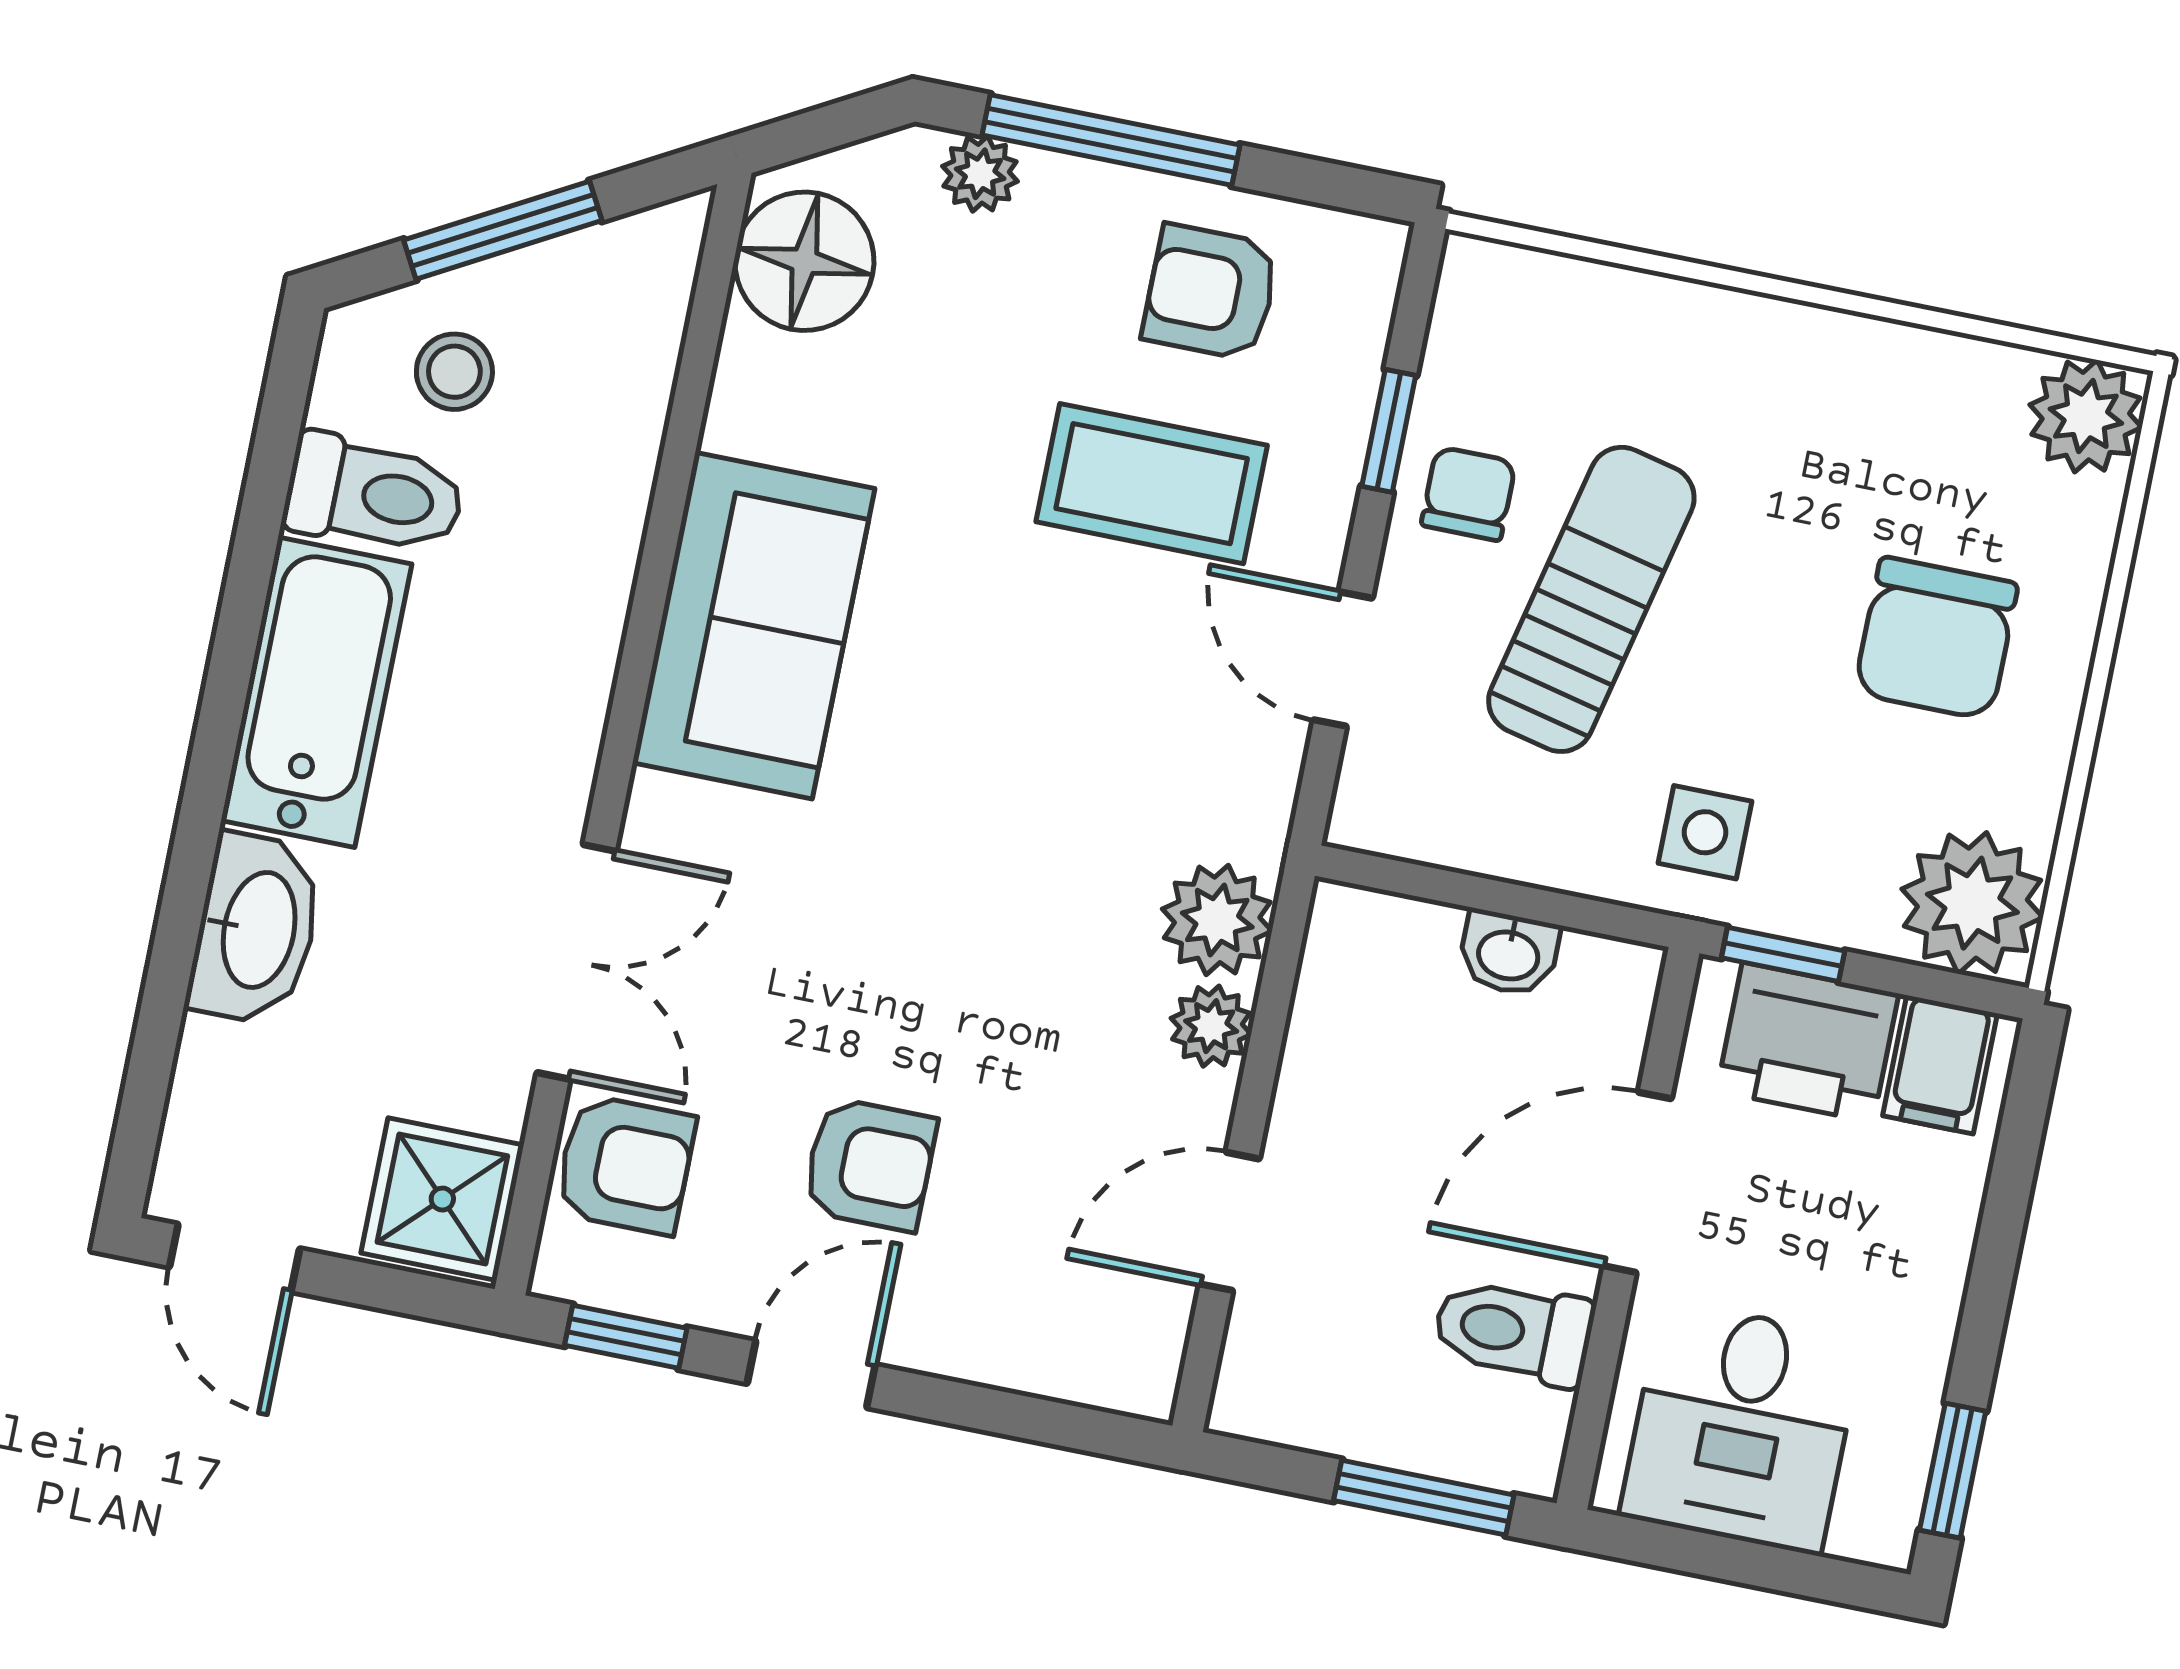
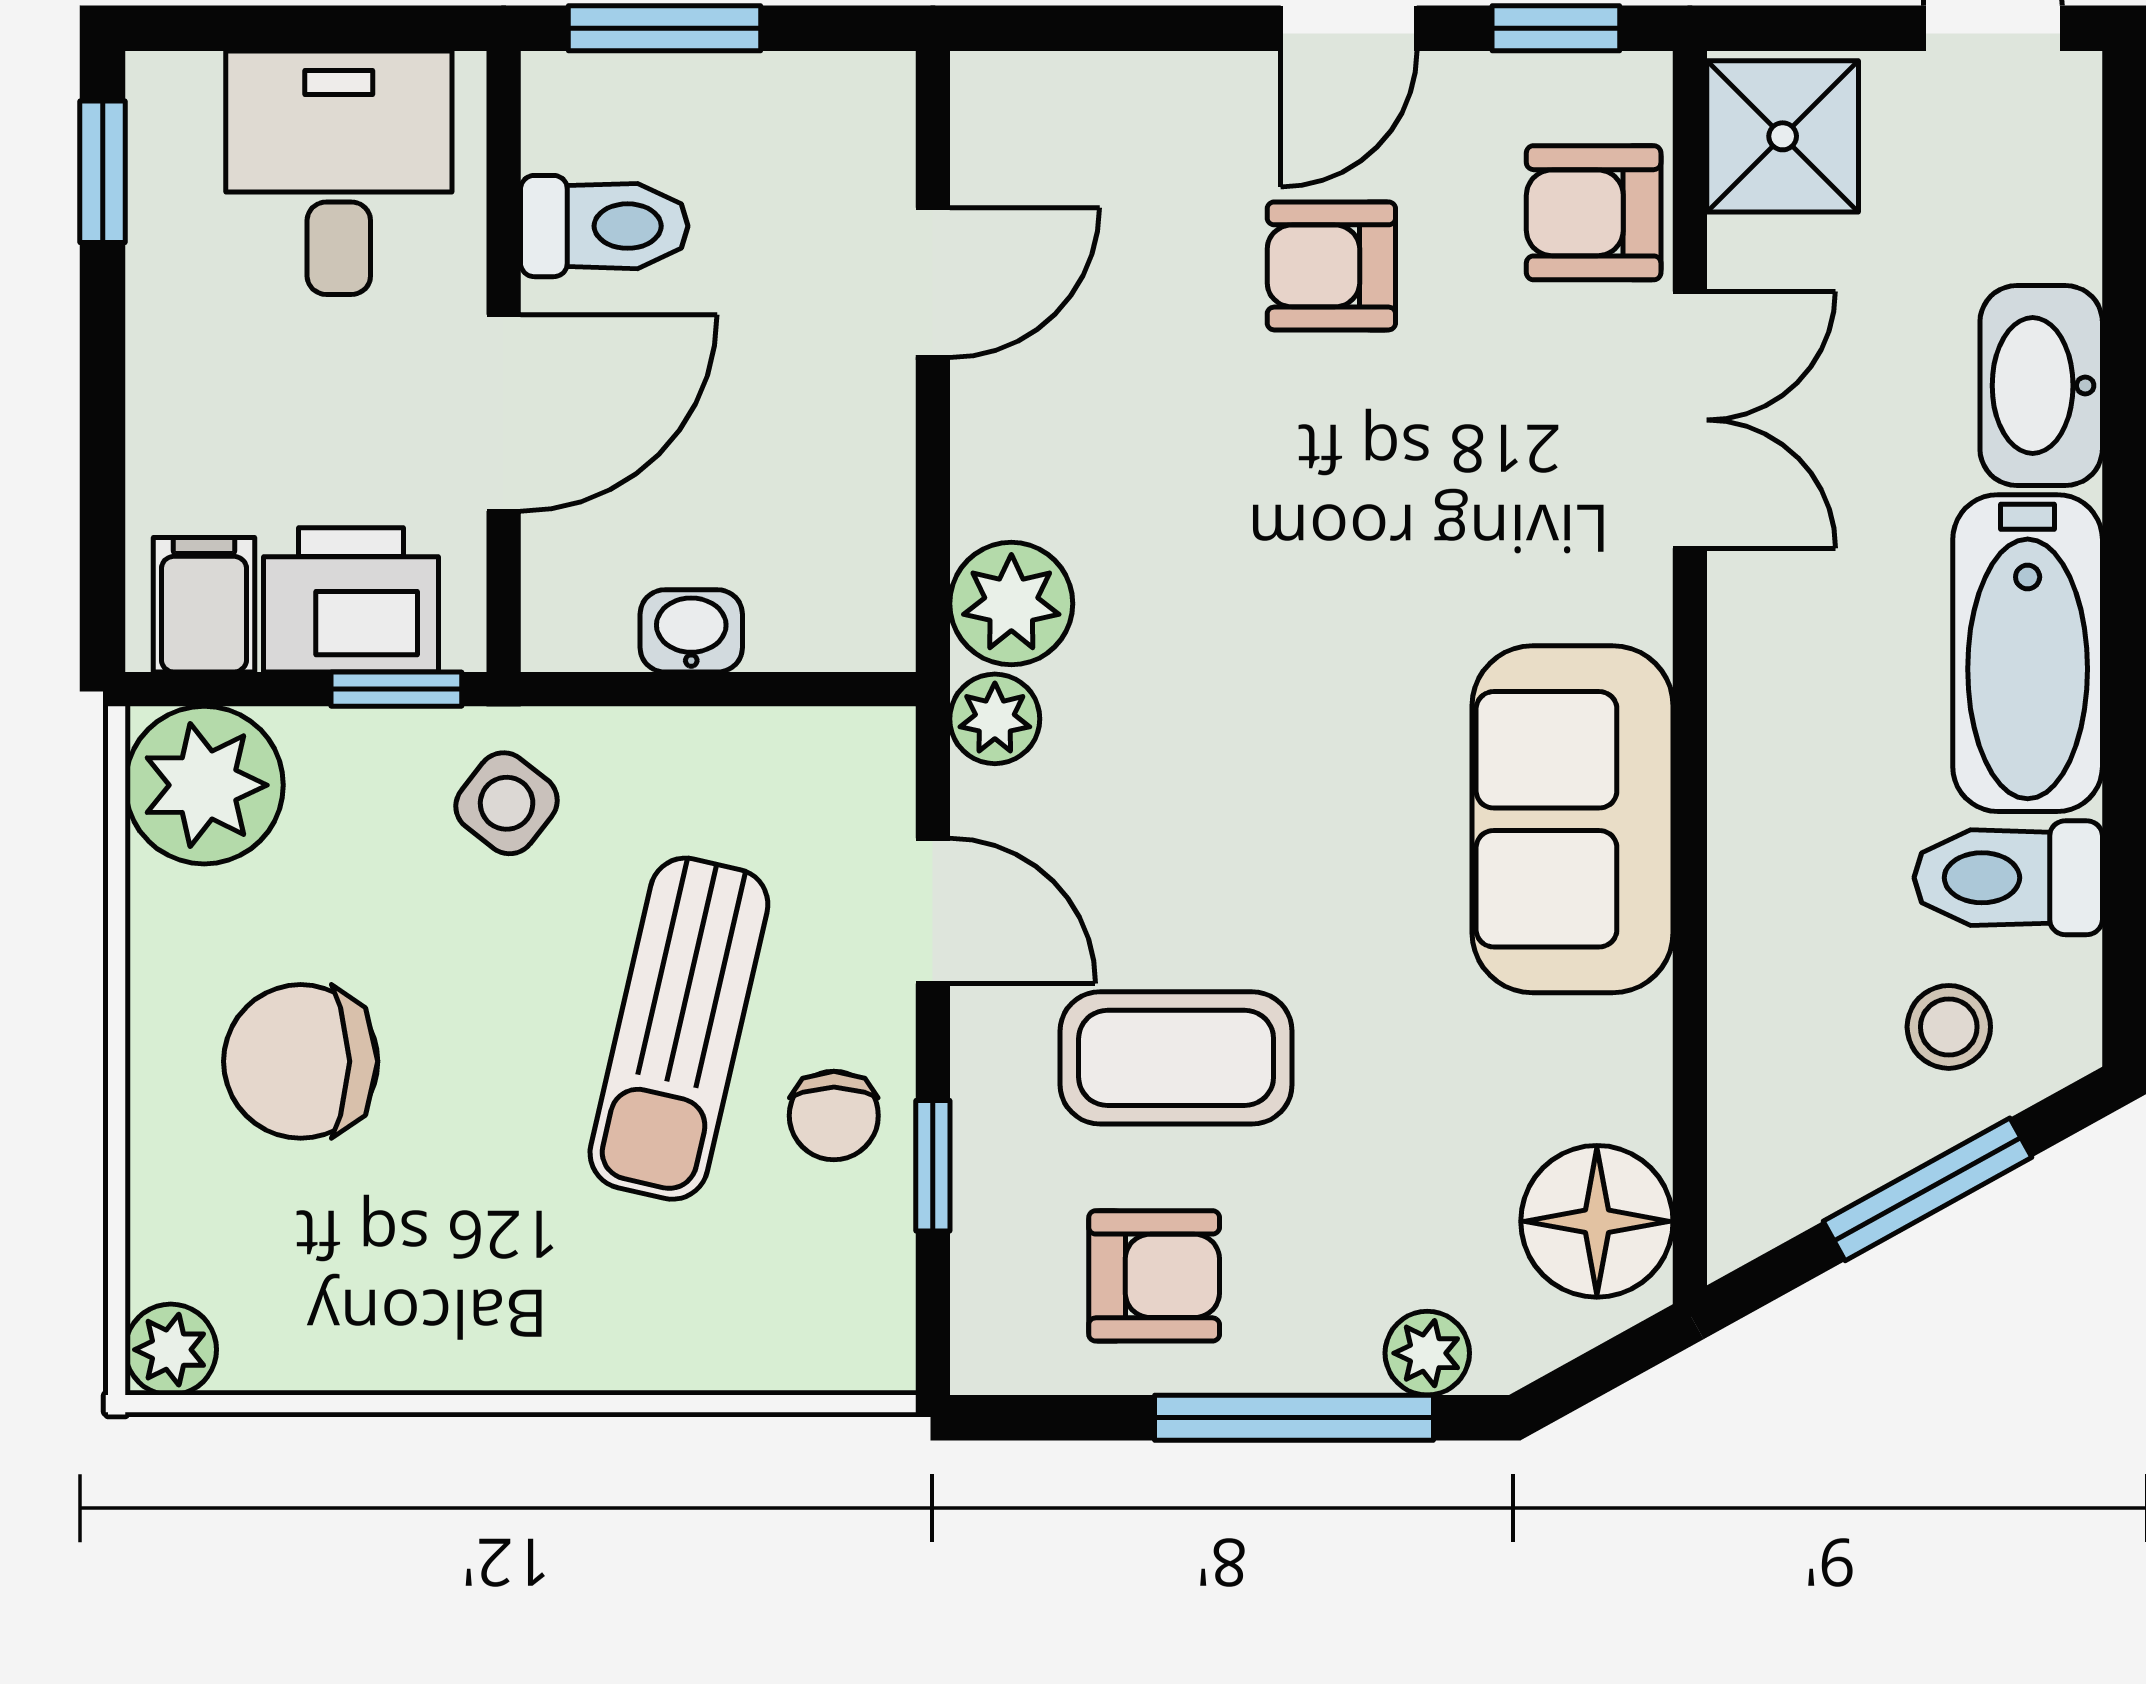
plant: (2086, 416) -> (171, 1350), width x0.73, depth x0.73
chair: (1936, 638) -> (301, 1061), turned -90
side table: (1705, 832) -> (507, 803), turned 38
double door: (577, 962) -> (1690, 420), swing flipped
plant: (1211, 1026) -> (995, 719), moved

